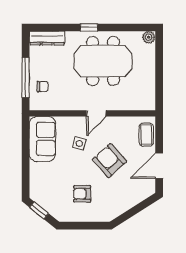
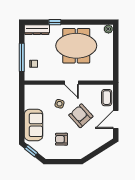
window: (89, 27) -> (55, 22), moved
door: (96, 113) -> (72, 83), hinge flipped
sofa: (42, 139) -> (34, 125), moved

